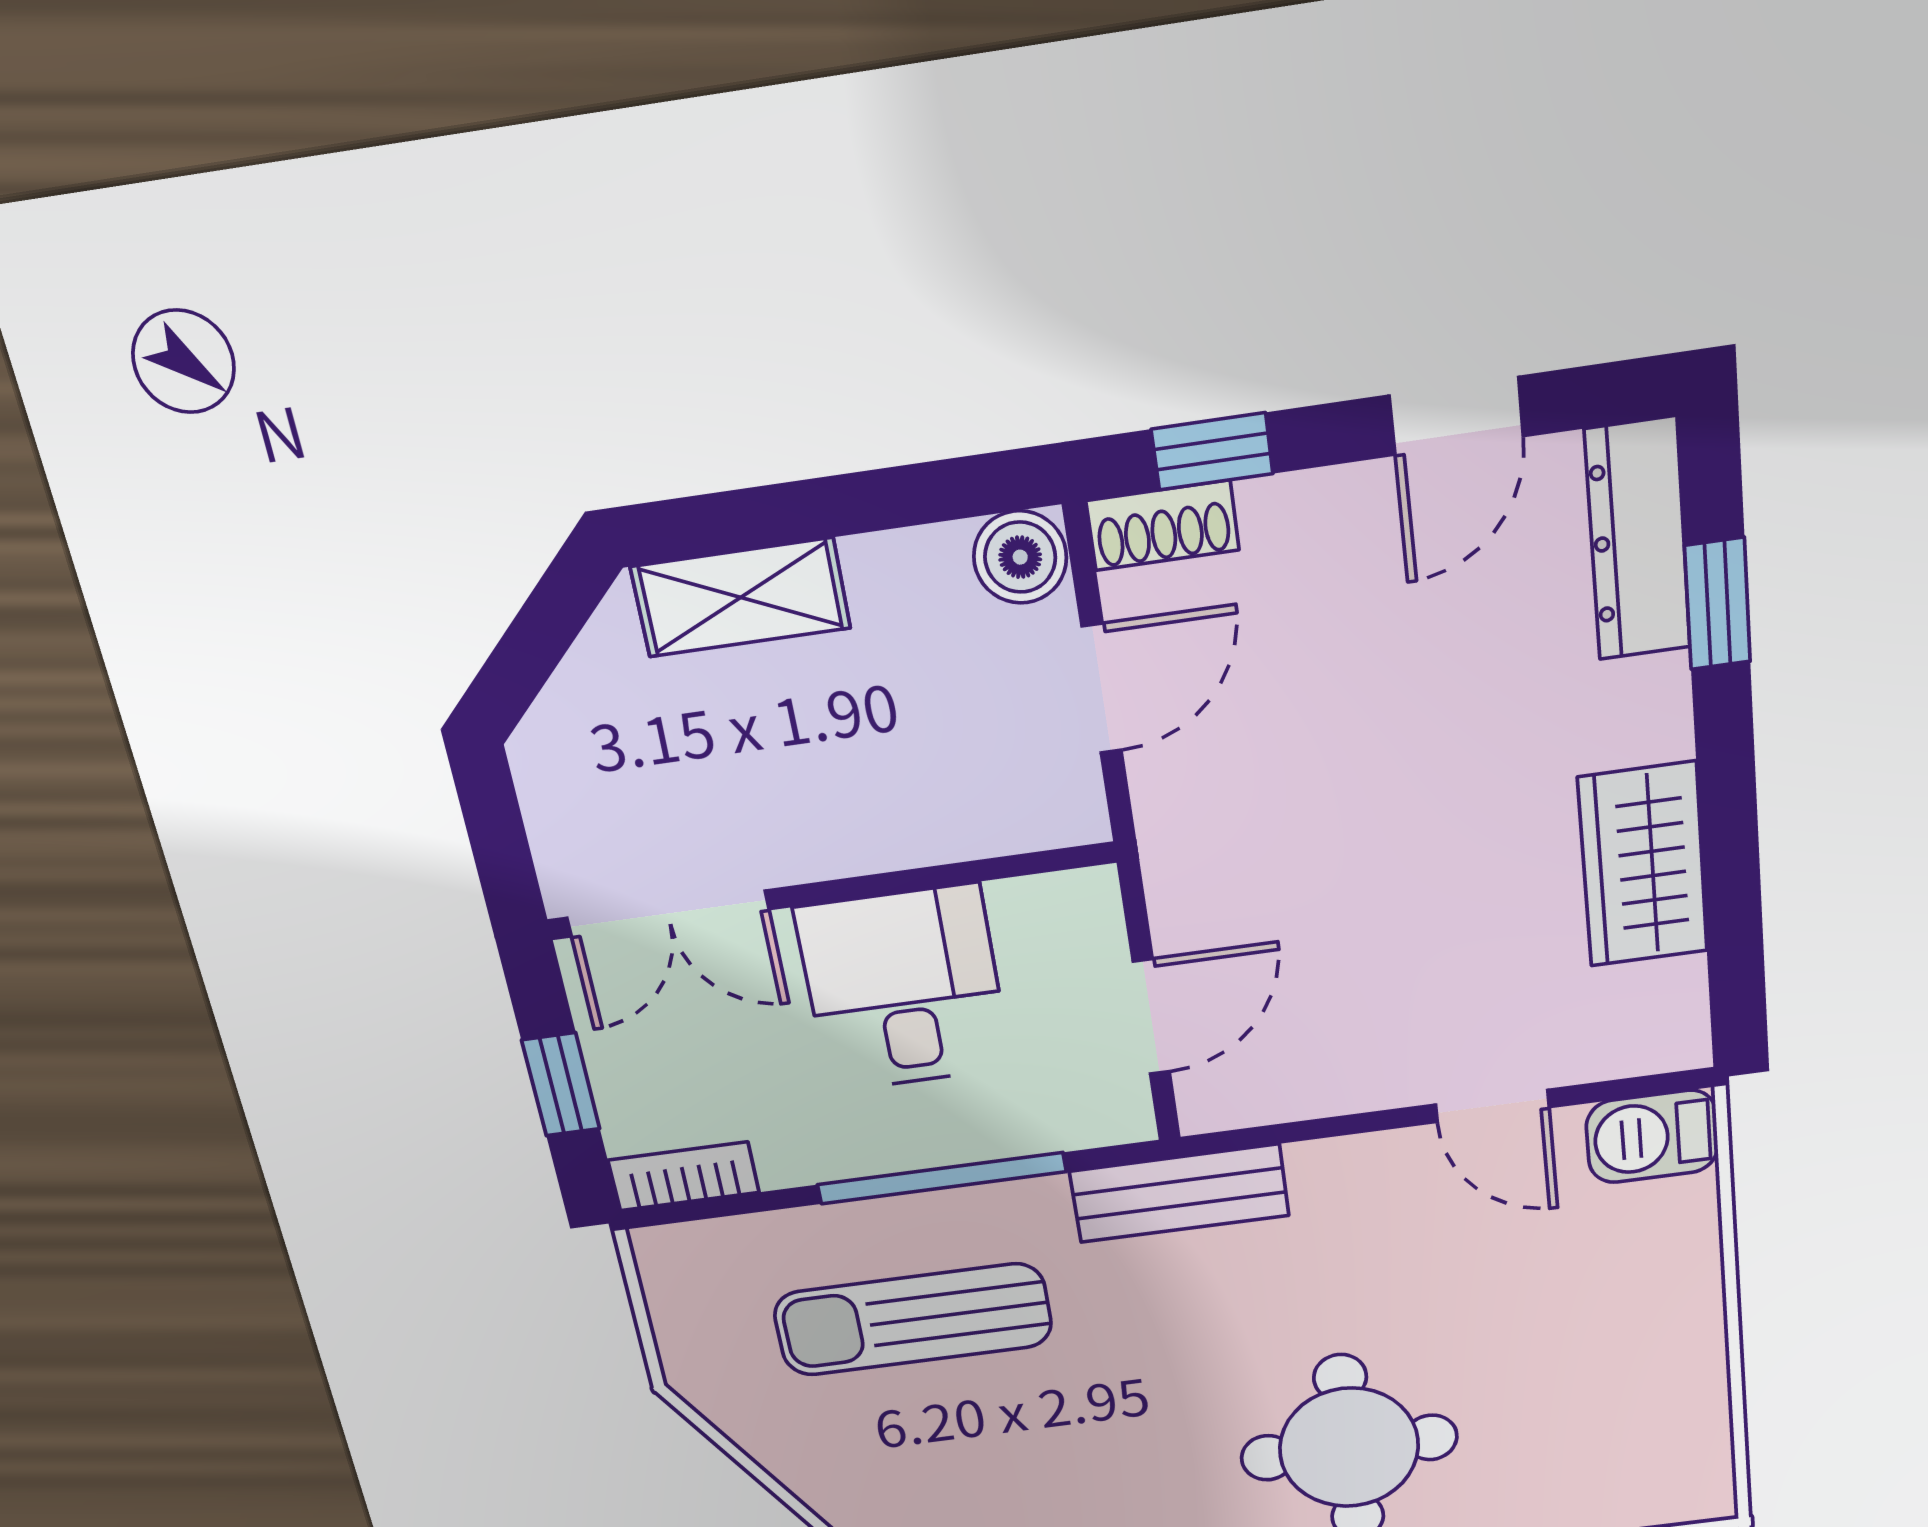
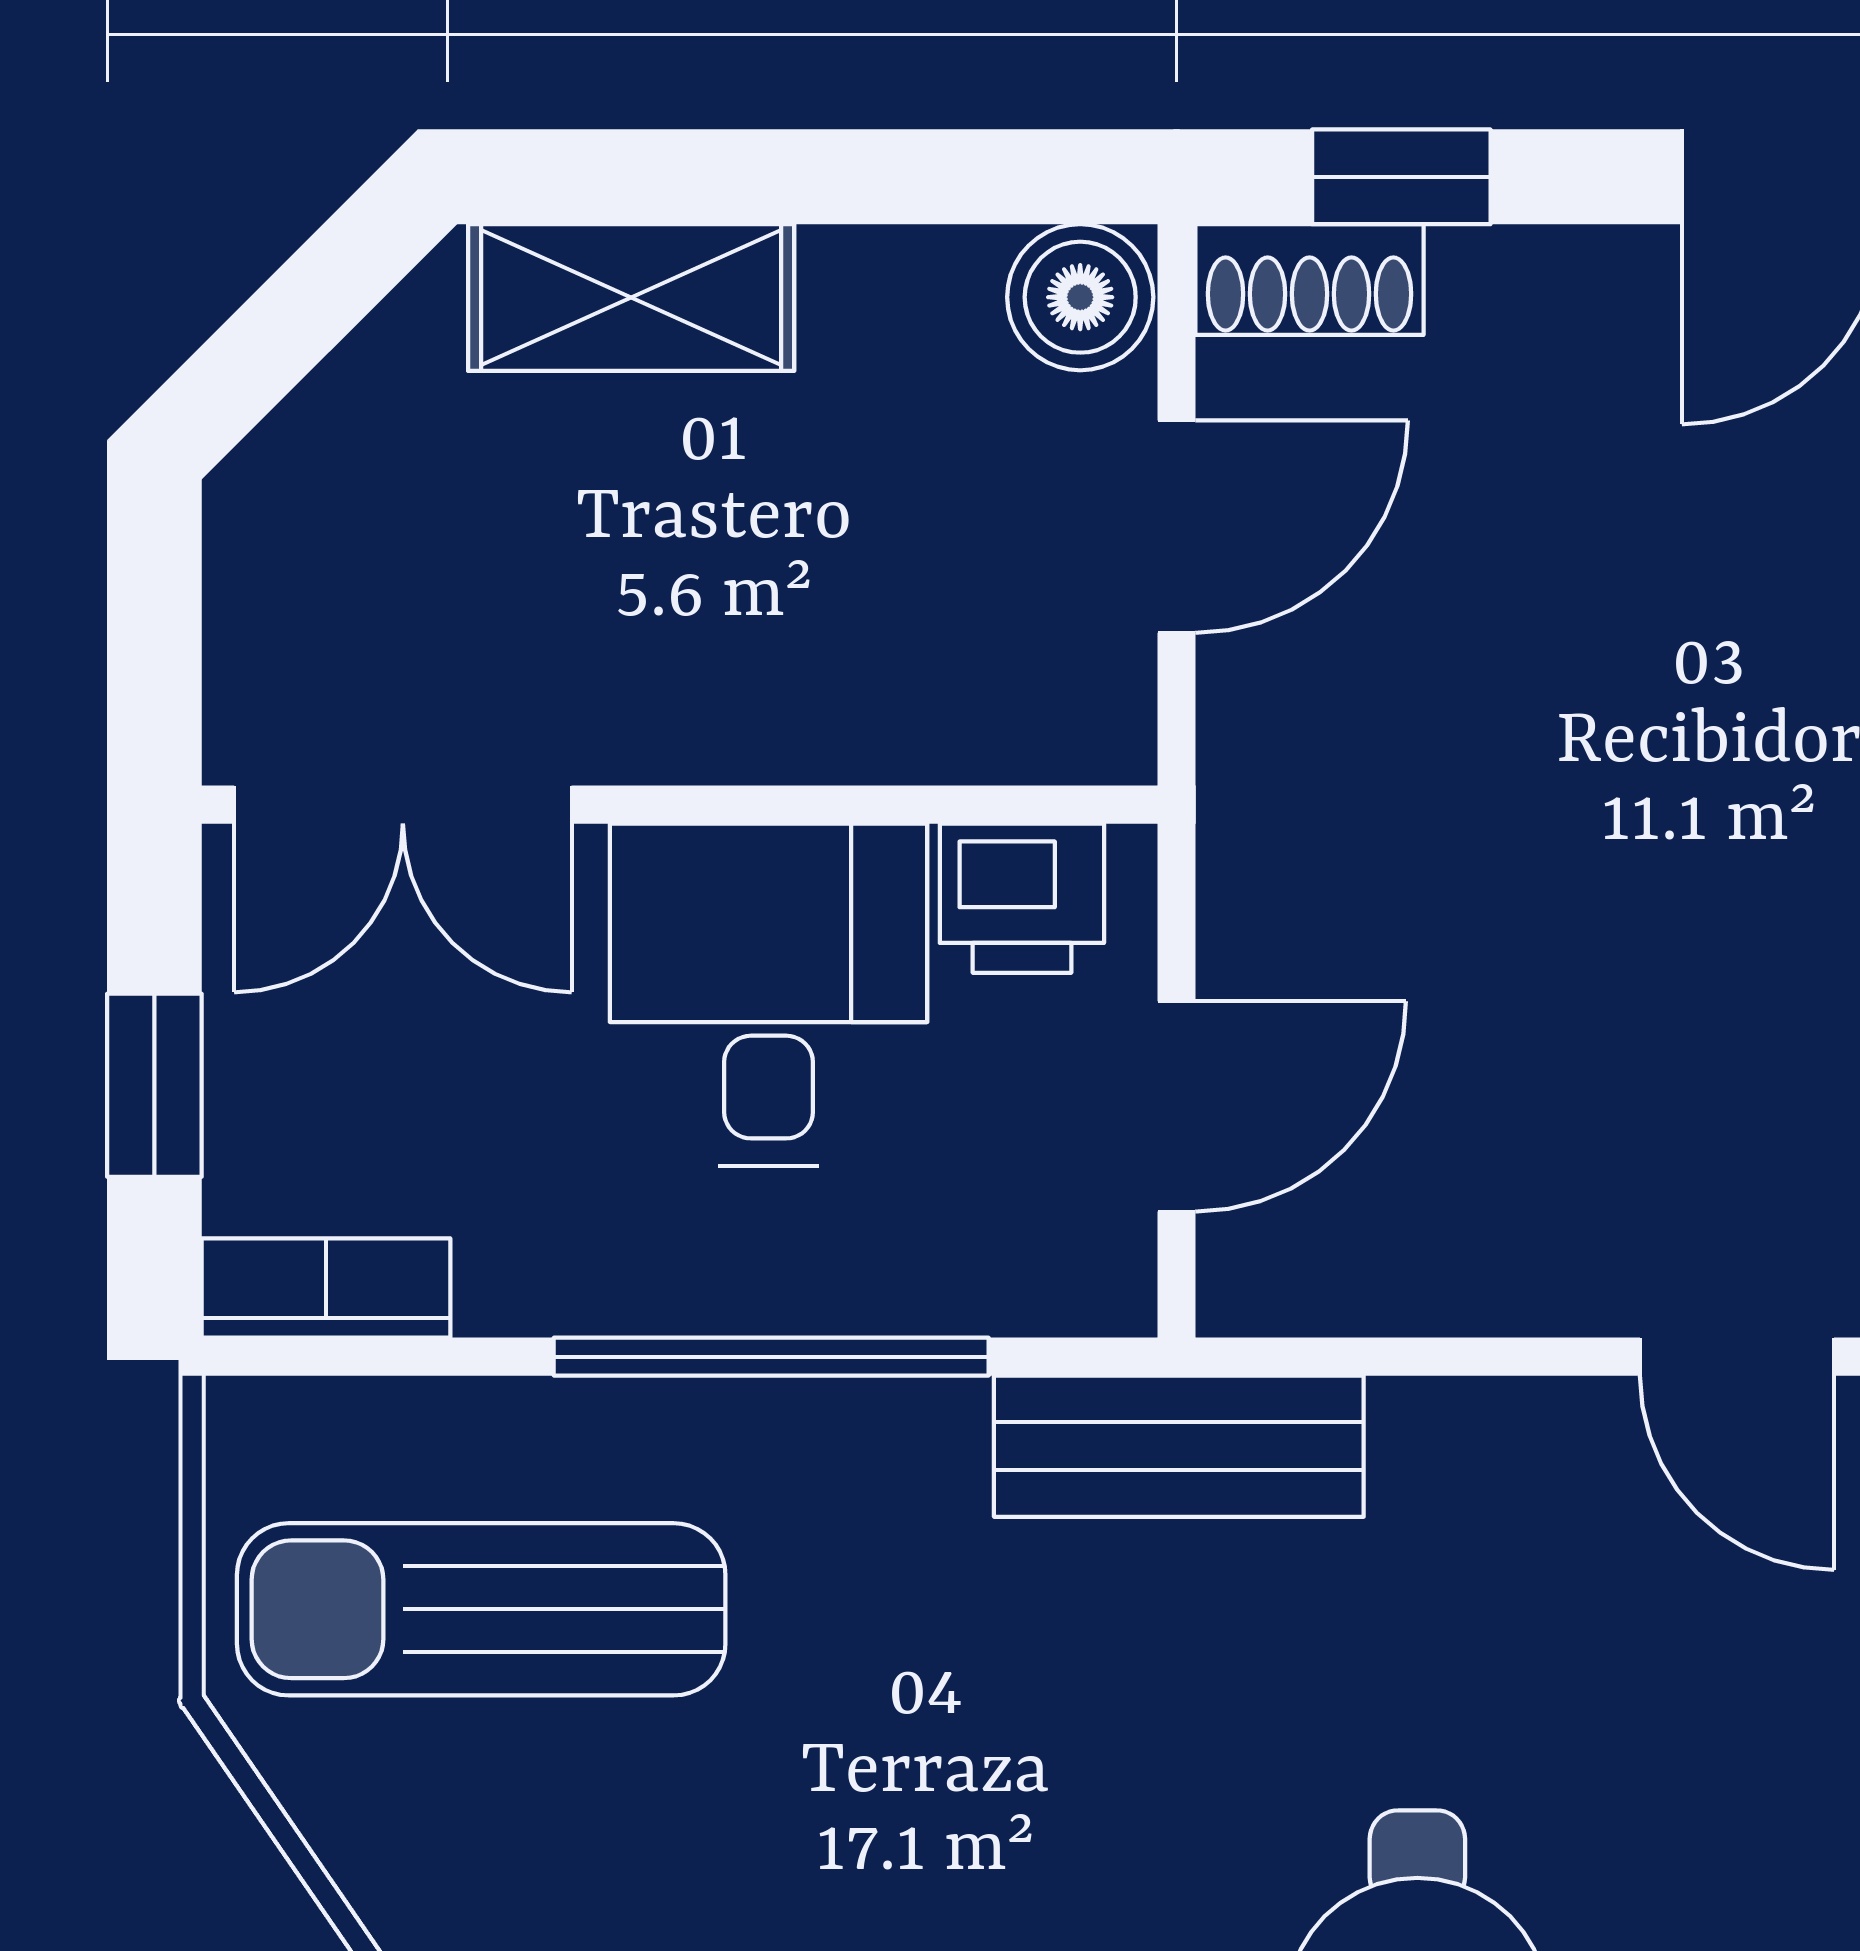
printer: (1043, 916) -> (1022, 898), added
sun lounger: (913, 1320) -> (481, 1609), moved

